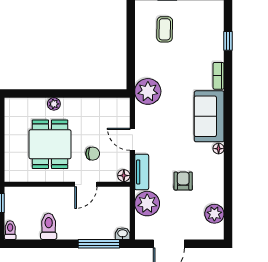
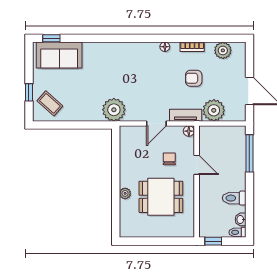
coffee table: (165, 29) -> (50, 103), moved, turned 41
window: (228, 41) -> (51, 38), moved
bookcase: (219, 76) -> (192, 47), moved
sofa: (209, 116) -> (59, 55), moved
washbasin: (123, 234) -> (241, 219), moved

